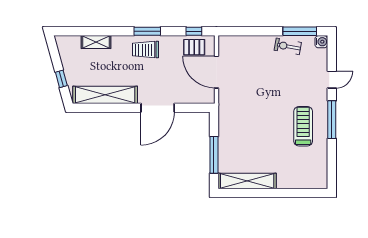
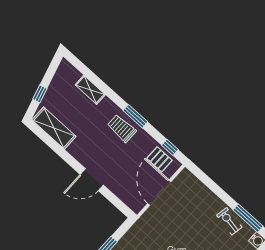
shelving: (105, 95) -> (54, 128), width x0.68
door: (158, 108) -> (92, 180), width x0.73

